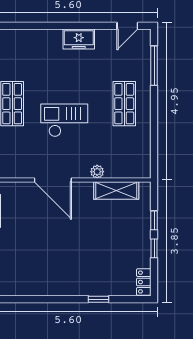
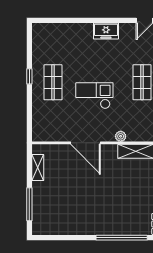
window: (99, 299) -> (122, 238), width x3.17

